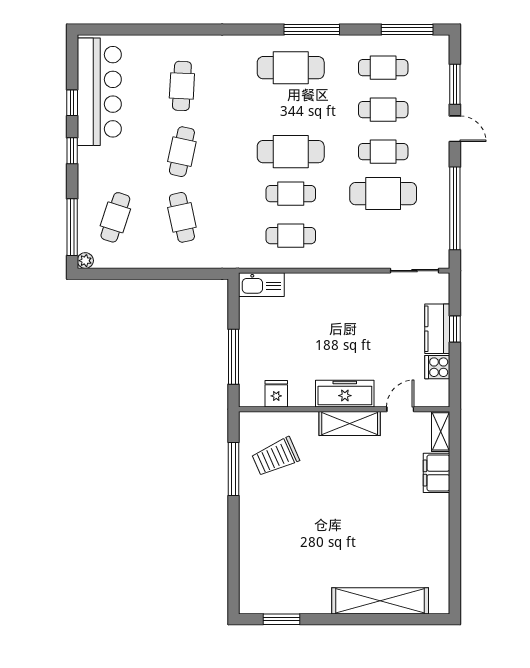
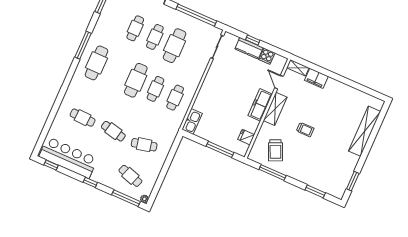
cafe table: (383, 68) -> (116, 20), removed
window: (72, 103) -> (51, 165), moved
trolley: (336, 493) -> (305, 130), added
window: (233, 560) -> (315, 191), added

